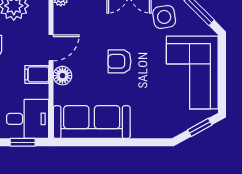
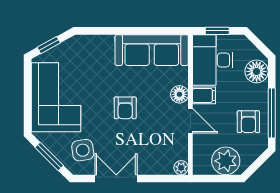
door: (51, 48) -> (190, 121), swing flipped
armchair: (120, 61) -> (125, 108), turned 90
desk: (28, 119) -> (213, 60), width x1.37

